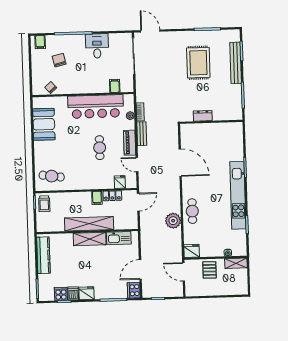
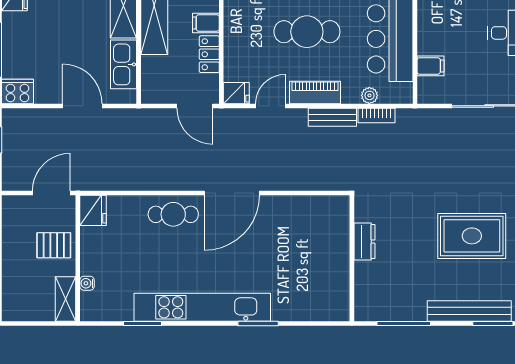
cafe table: (100, 148) -> (307, 32), width x1.37, depth x1.35
door: (180, 163) -> (232, 193), moved
fridge: (120, 182) -> (236, 93), moved
plant: (173, 221) -> (155, 175), removed
door: (140, 269) -> (82, 106), moved

